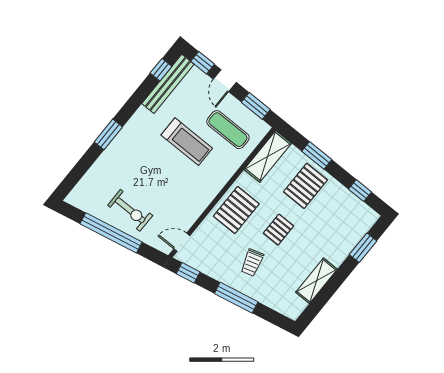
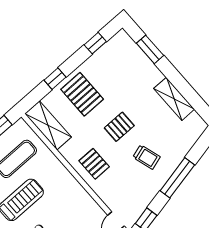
window: (317, 155) -> (55, 79), width x0.67
pallet: (236, 210) -> (94, 164), width x0.67, depth x0.71
pallet: (279, 230) -> (119, 127), turned 90

